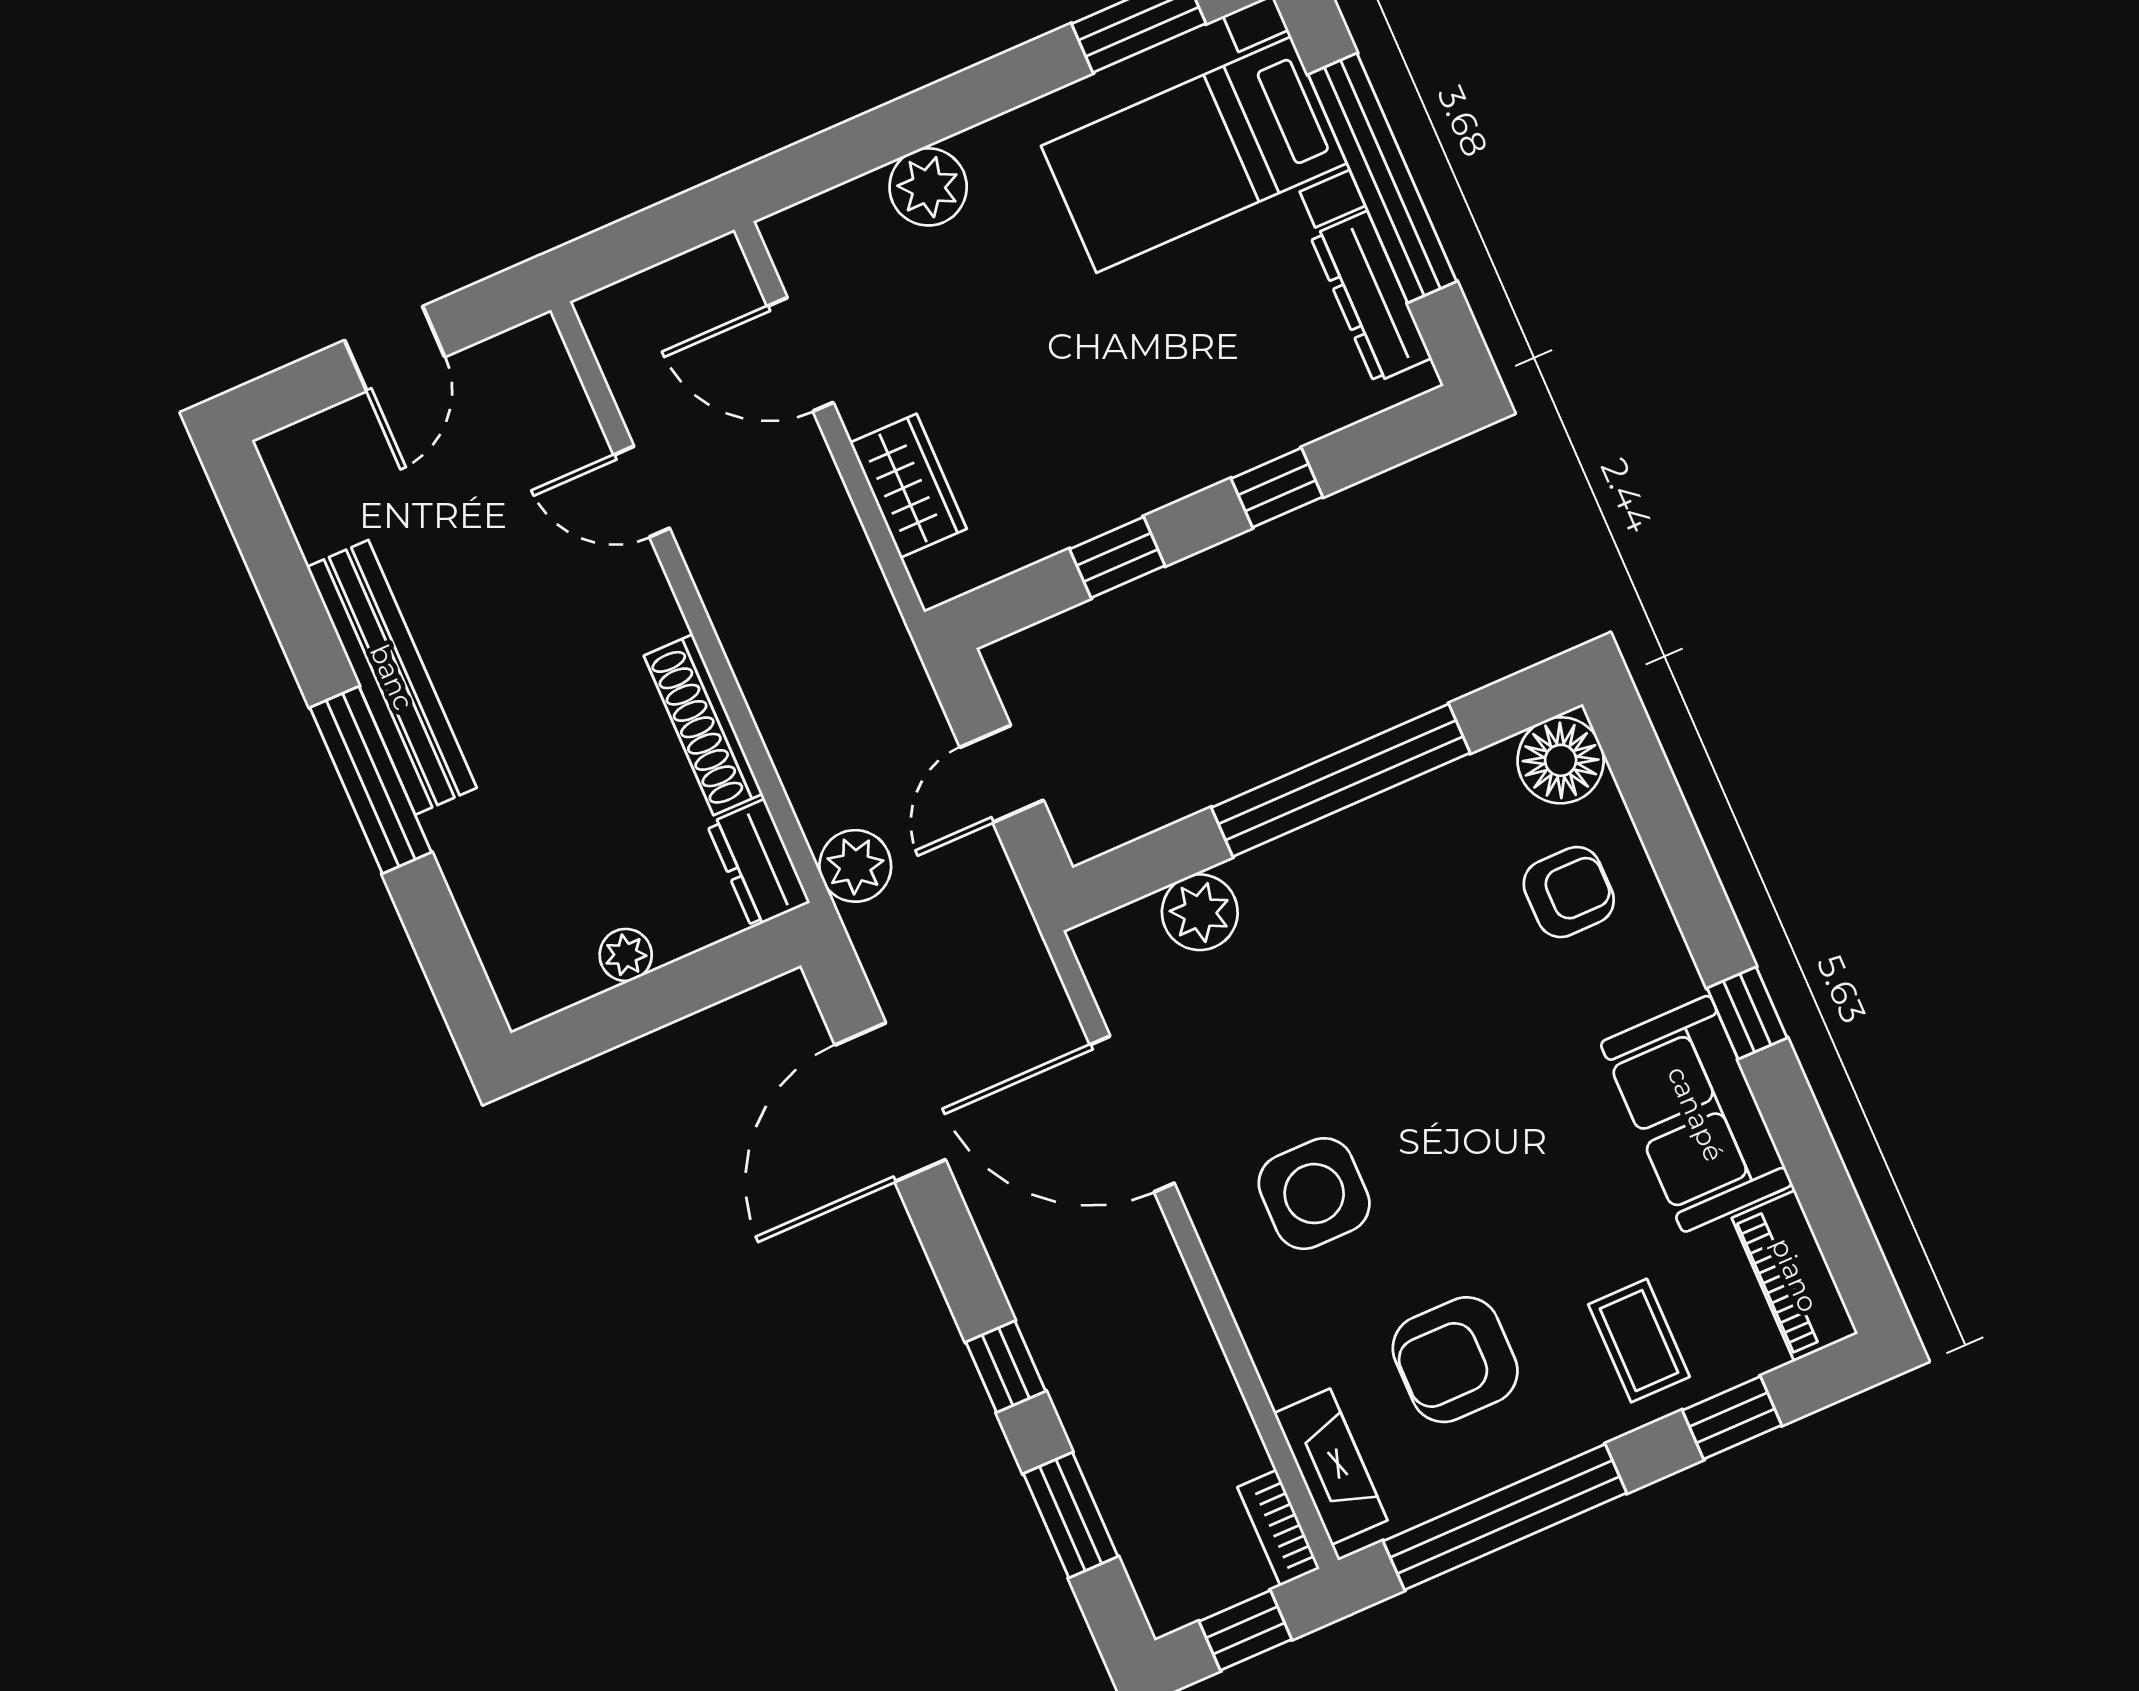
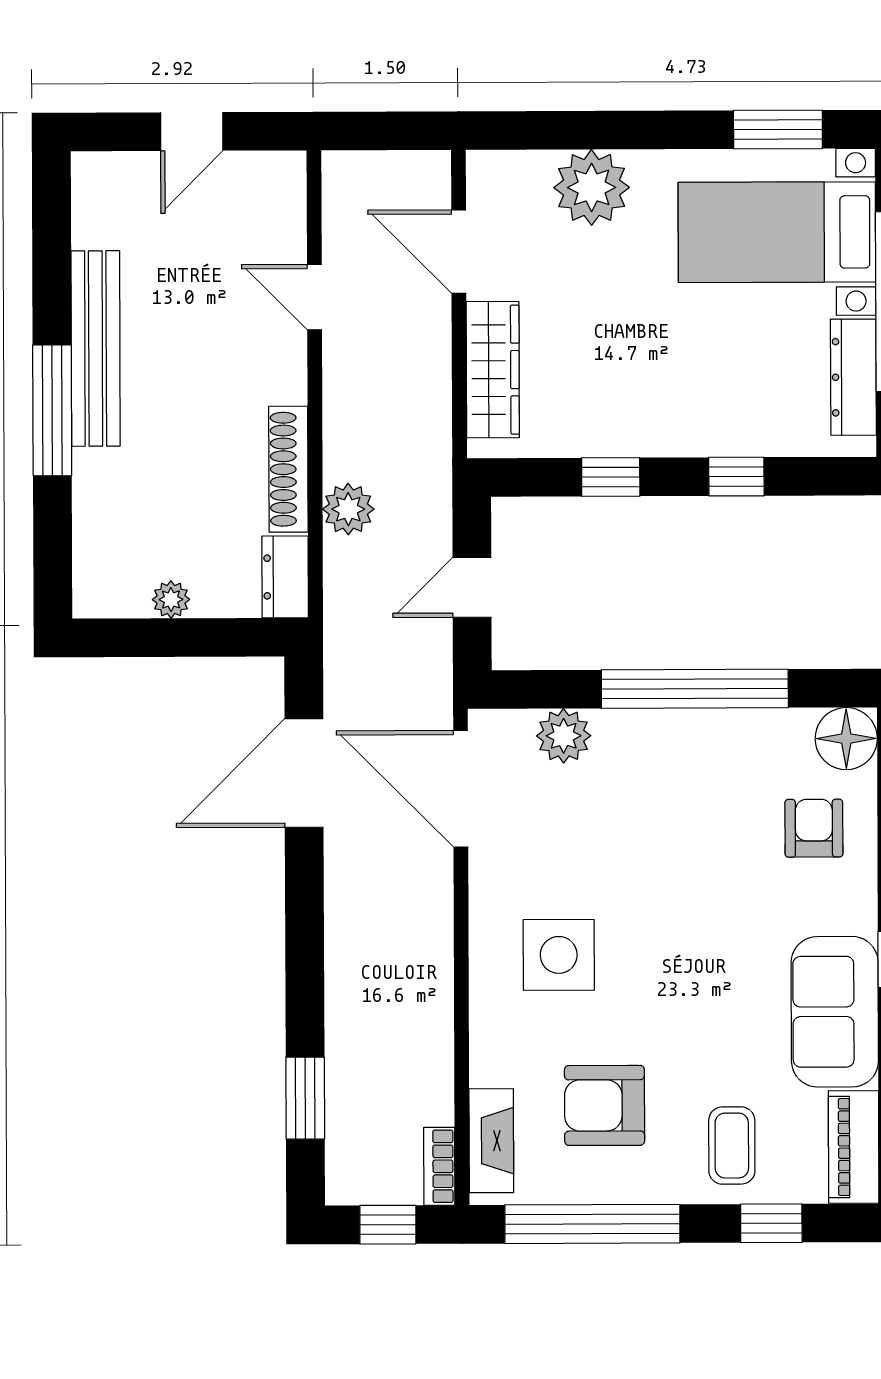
plant: (928, 187) -> (592, 187), width x1.36, depth x1.36
wardrobe: (908, 486) -> (493, 370), width x1.50
plant: (855, 866) -> (348, 509), moved
armchair: (1569, 892) -> (814, 828), turned -90
door: (1132, 1114) -> (461, 789), moved
window: (1006, 1367) -> (305, 981), removed

